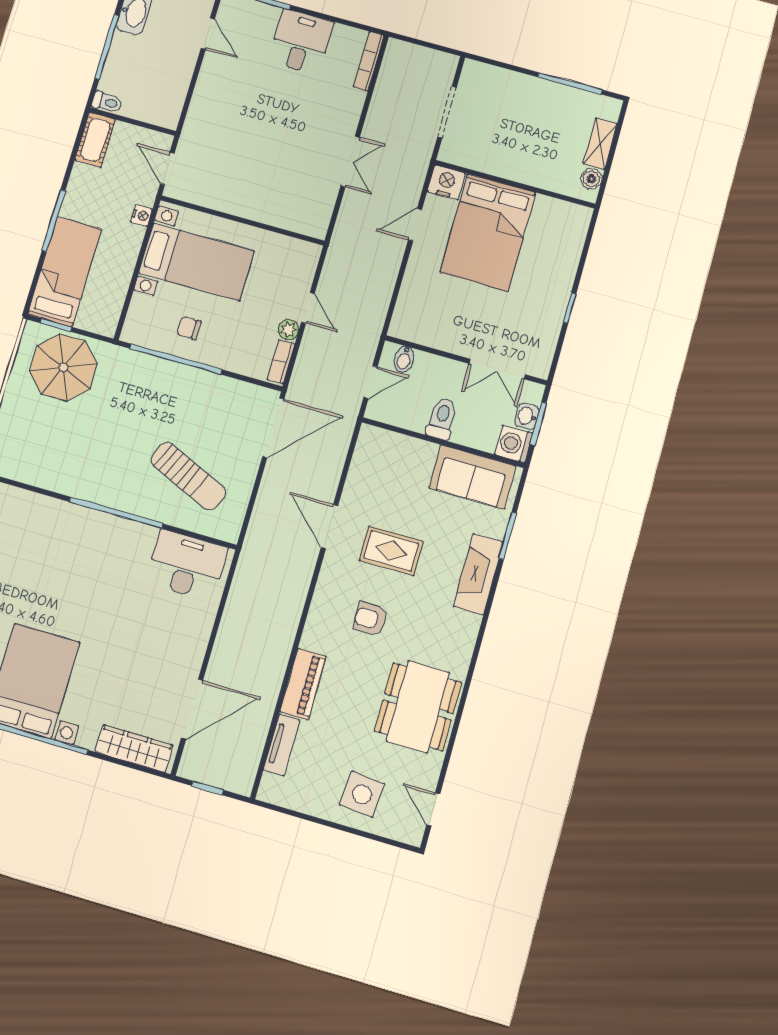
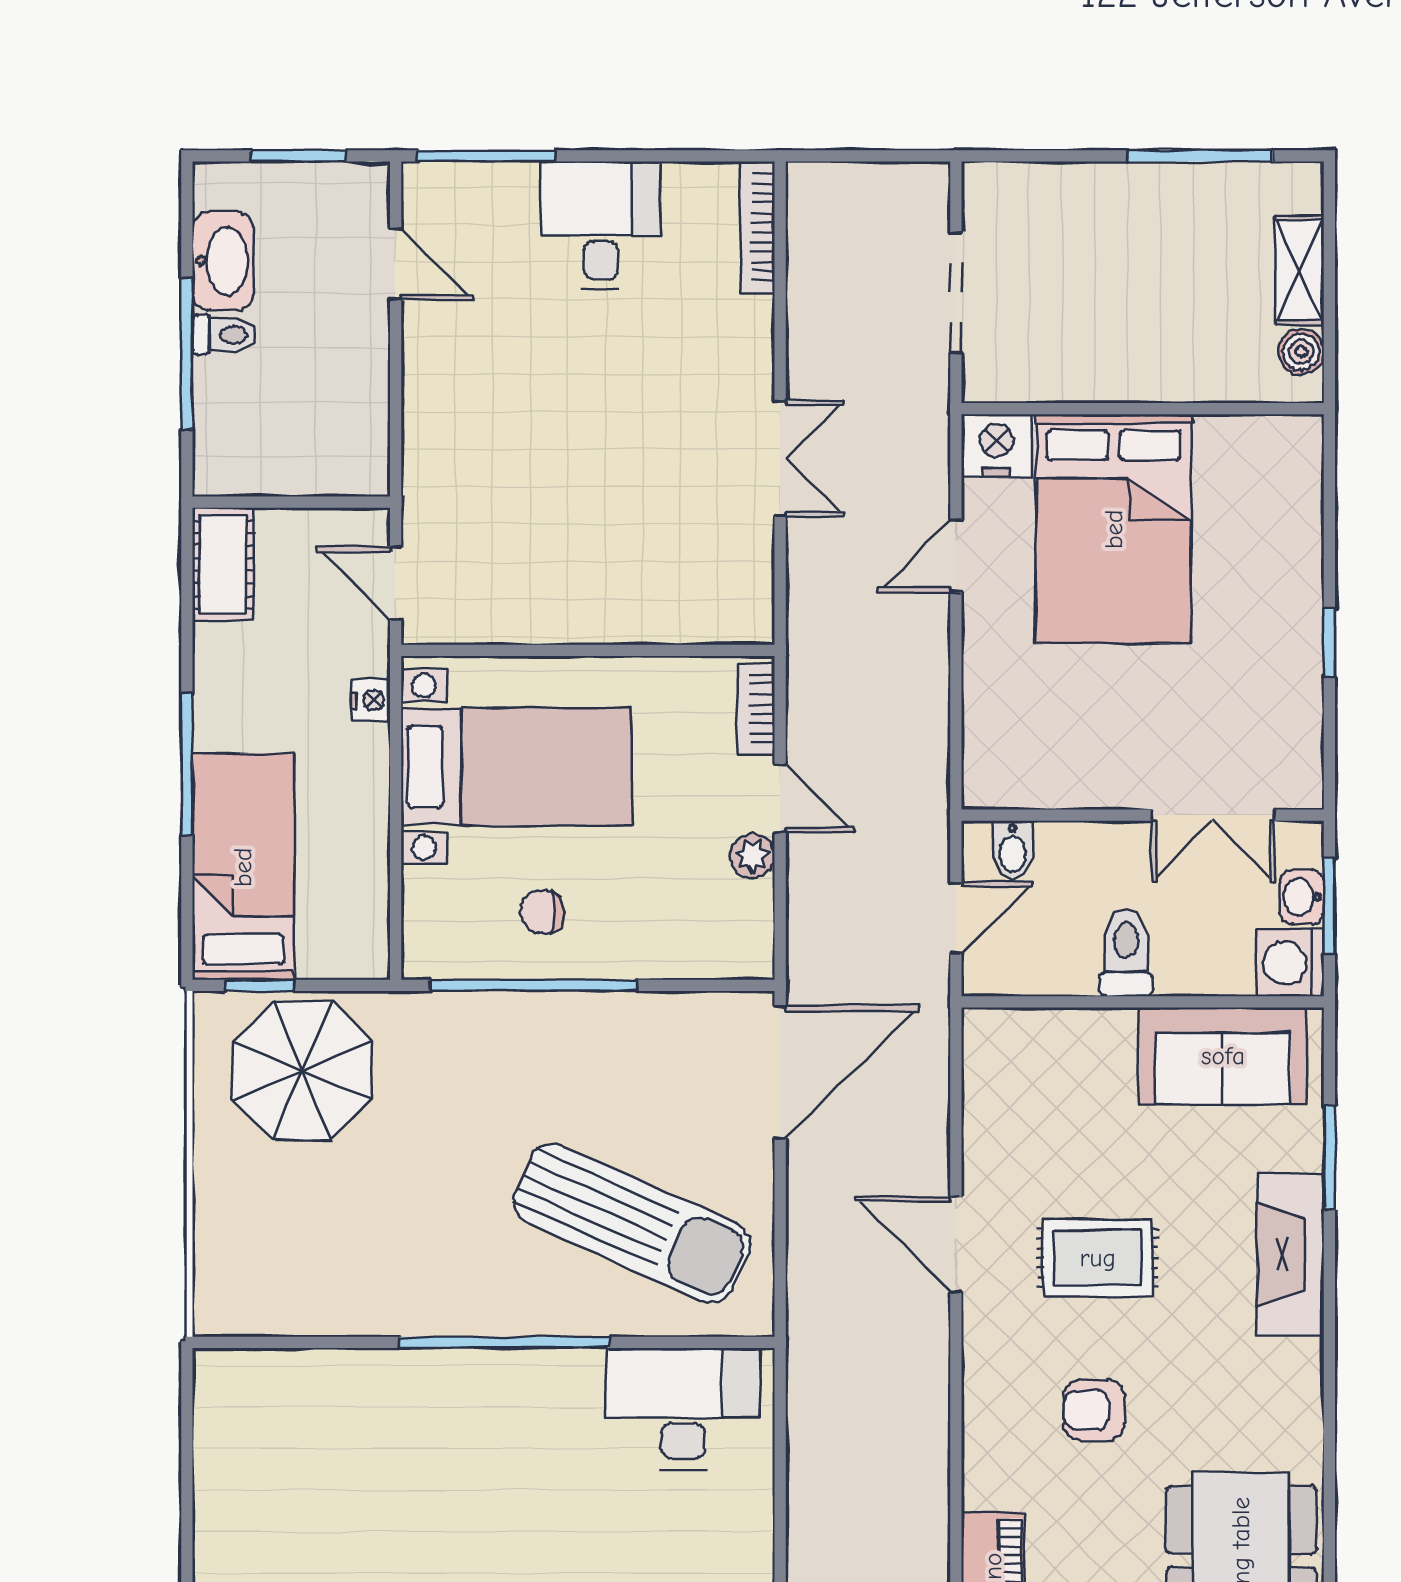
toilet: (107, 102) -> (224, 335), moved
bookcase: (281, 362) -> (756, 709), moved
sun lounger: (188, 476) -> (632, 1223), width x1.36, depth x1.34

